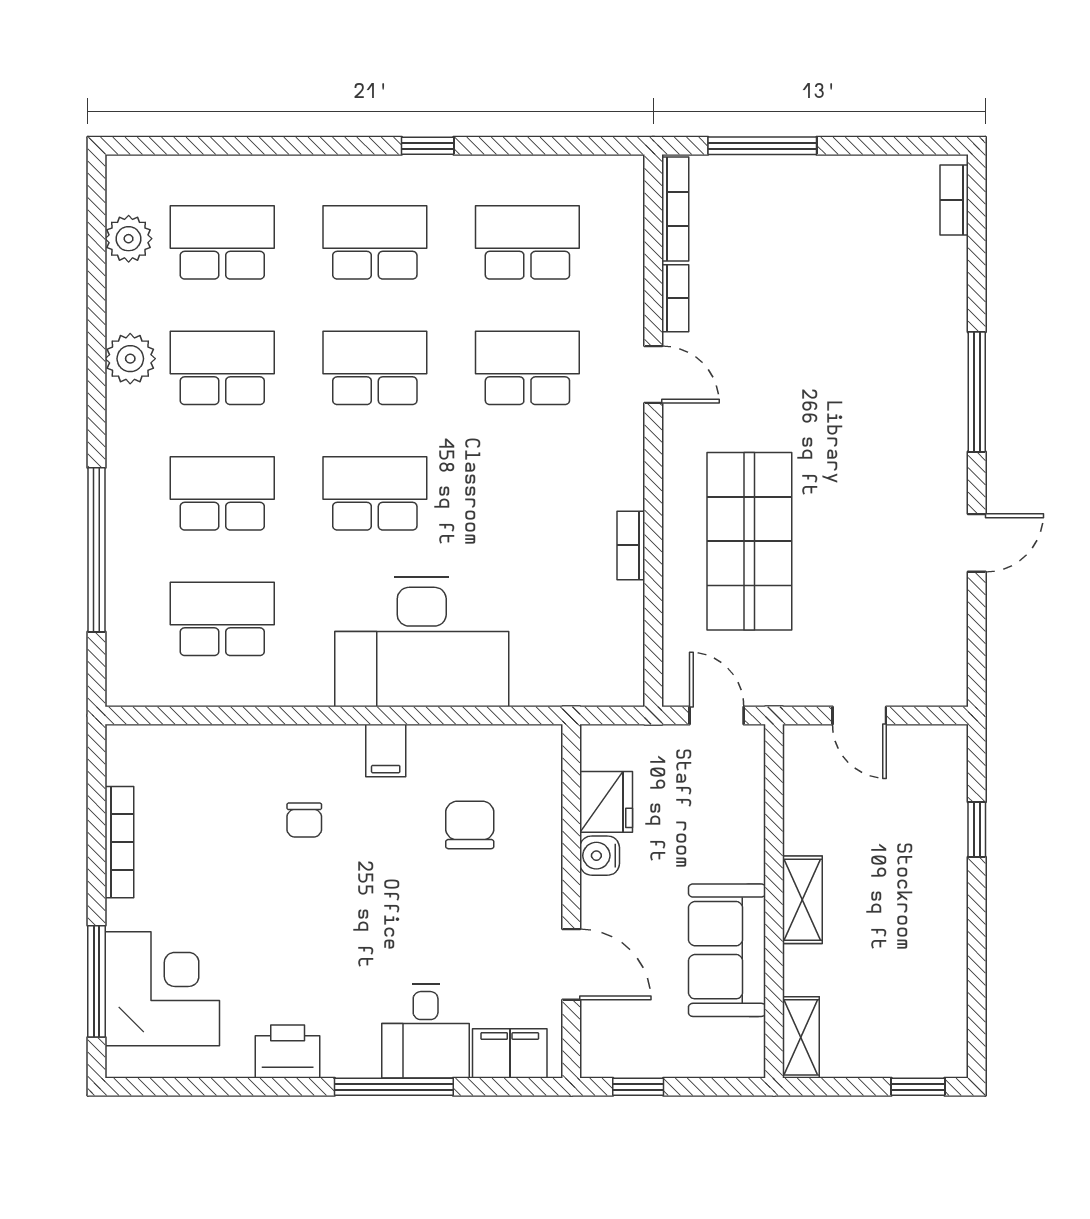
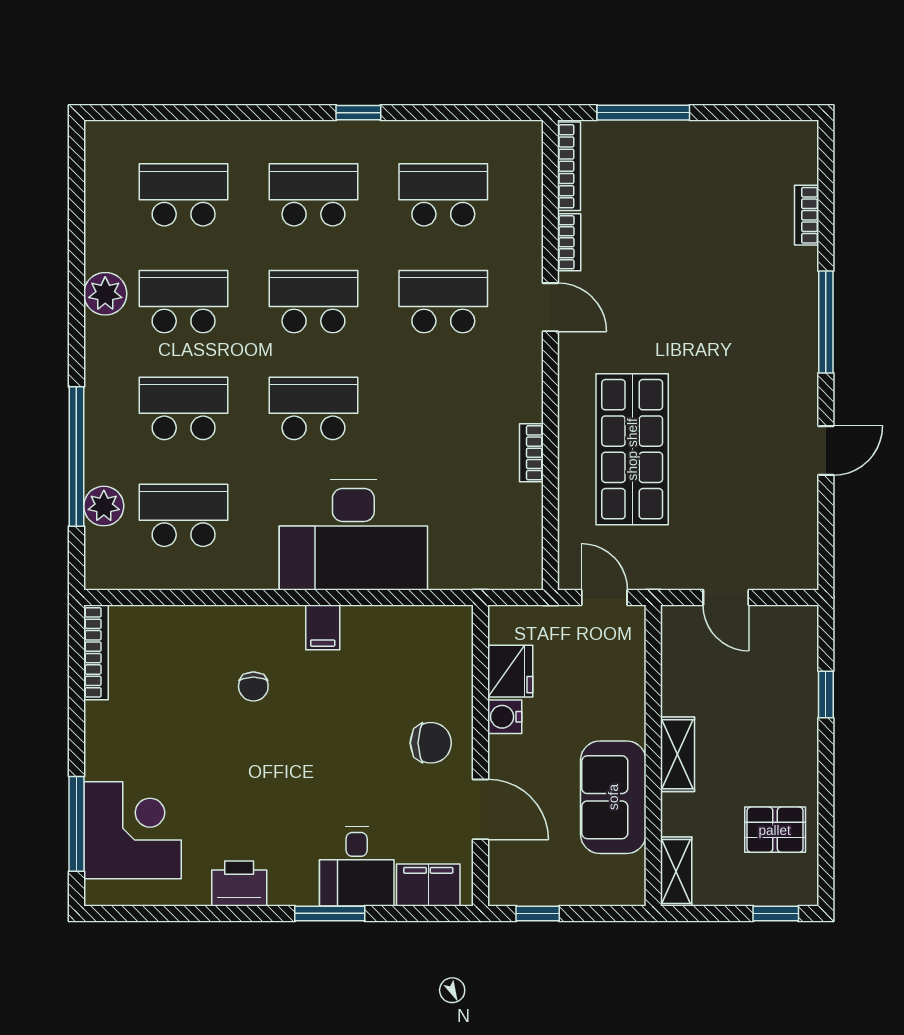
bookcase: (954, 200) -> (807, 215), moved
plant: (129, 239) -> (104, 506), moved
chair: (470, 825) -> (431, 743), moved, turned 90
bookcase: (119, 842) -> (96, 652), moved
pallet: (917, 988) -> (775, 830), added
window: (394, 1087) -> (330, 913), width x0.69

